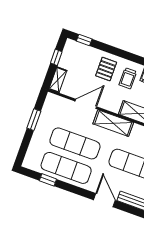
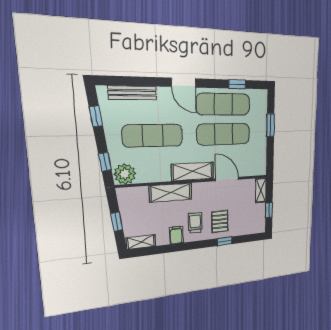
window: (84, 40) -> (225, 241), moved
door: (86, 104) -> (227, 179), swing flipped
window: (34, 120) -> (270, 125), moved
door: (104, 200) -> (184, 83), moved

